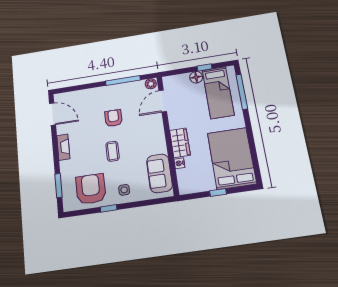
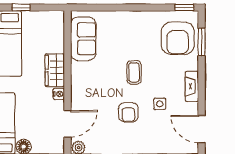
nightstand: (179, 163) -> (59, 94), moved
armchair: (91, 189) -> (178, 38), moved
side table: (124, 190) -> (160, 104), moved
window: (109, 208) -> (184, 8), moved

